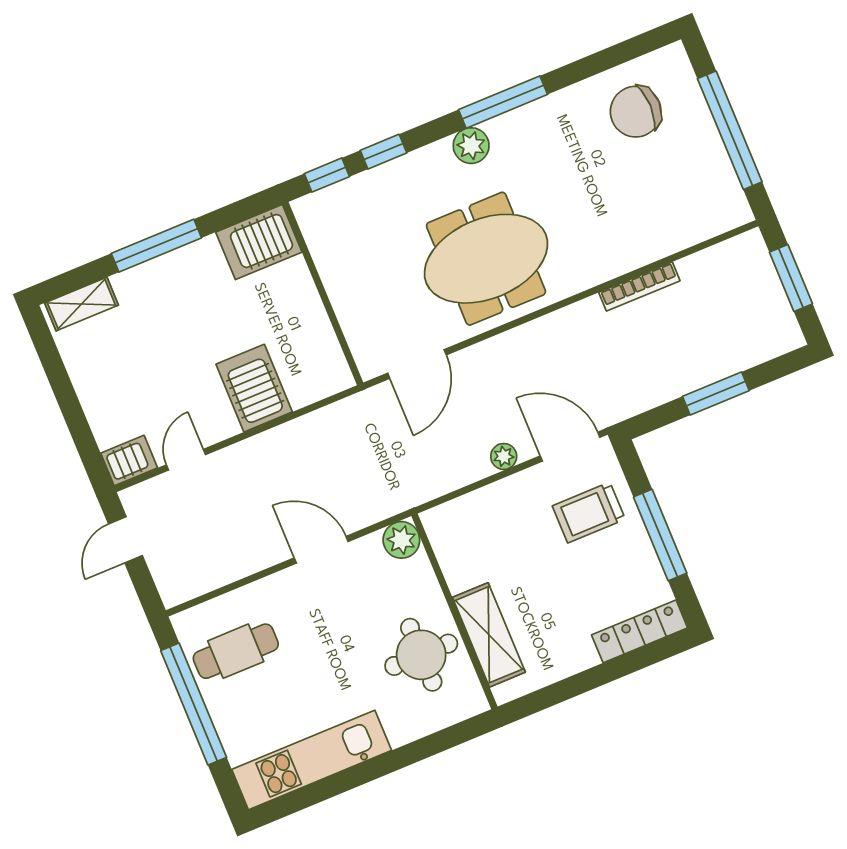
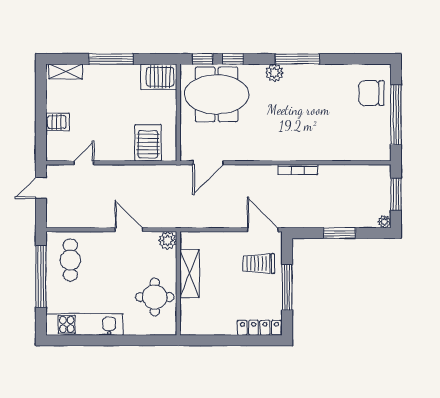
chair: (636, 112) -> (371, 93), moved
meeting table: (486, 259) -> (217, 94), moved
bookcase: (639, 287) -> (298, 170), moved
server rack: (254, 388) -> (148, 143), moved
plant: (504, 456) -> (385, 222), moved
server rack: (129, 460) -> (58, 122), moved
shelving: (489, 635) -> (190, 274), moved
cafe table: (236, 651) -> (70, 260), turned 90

